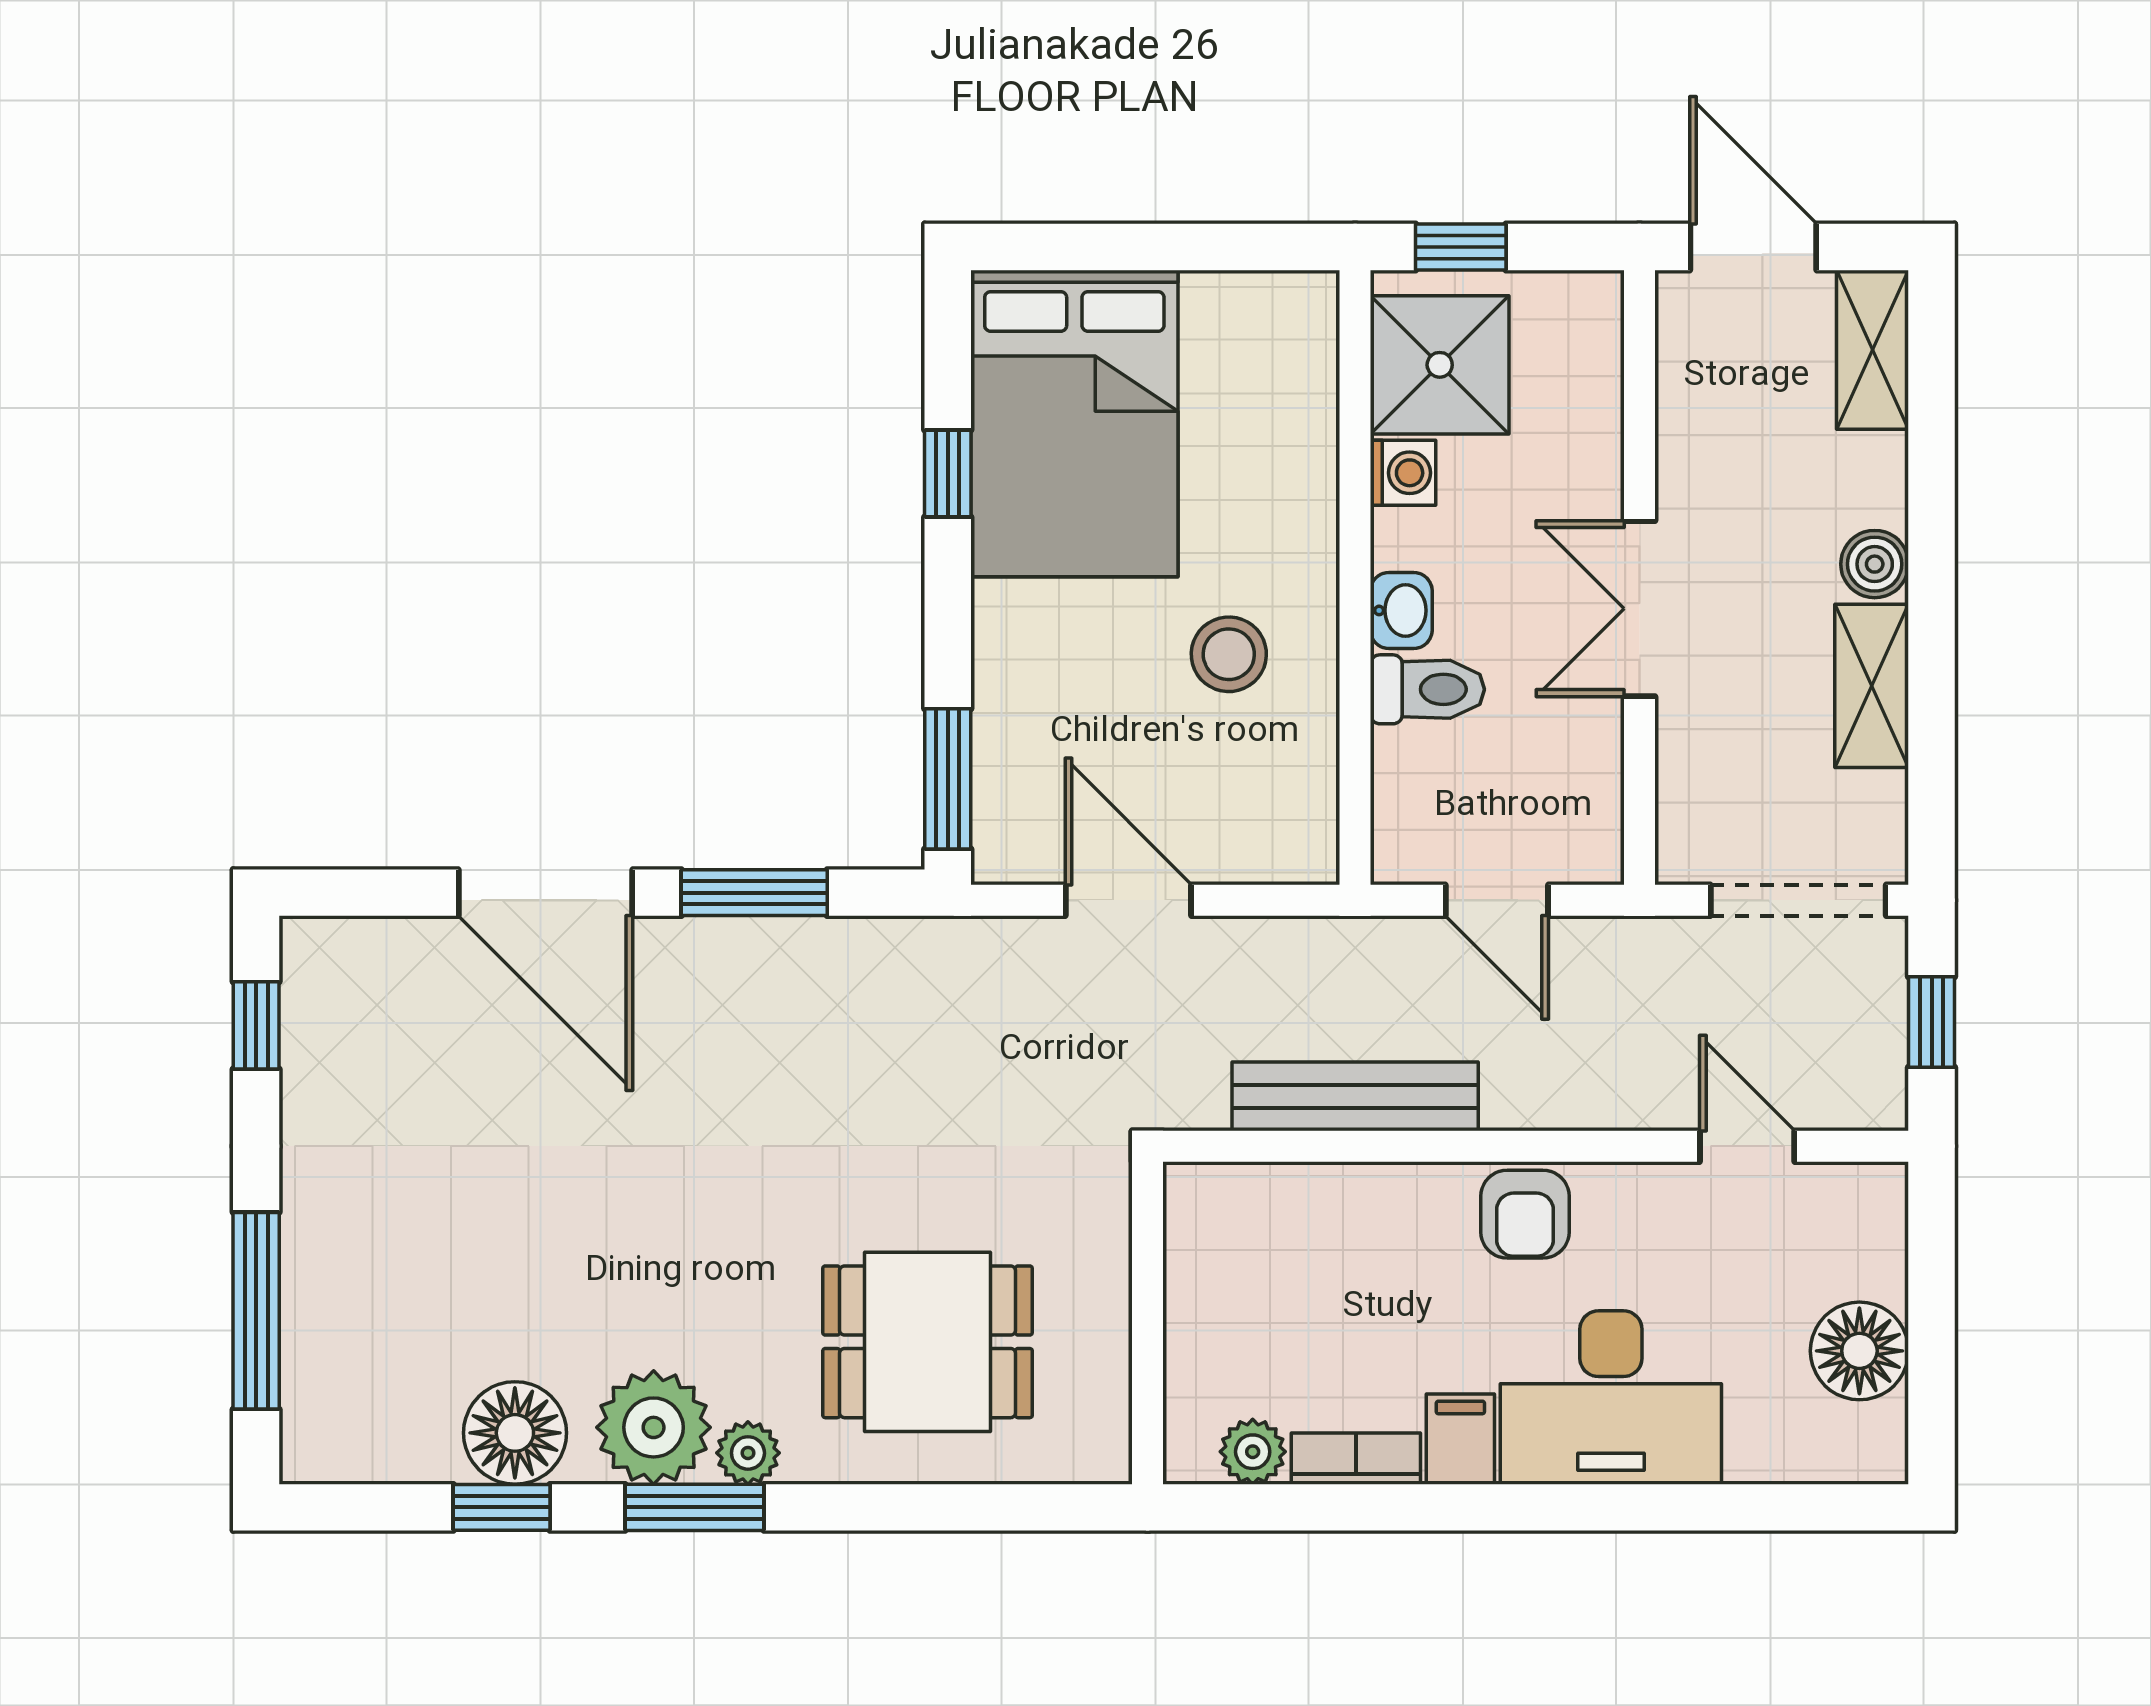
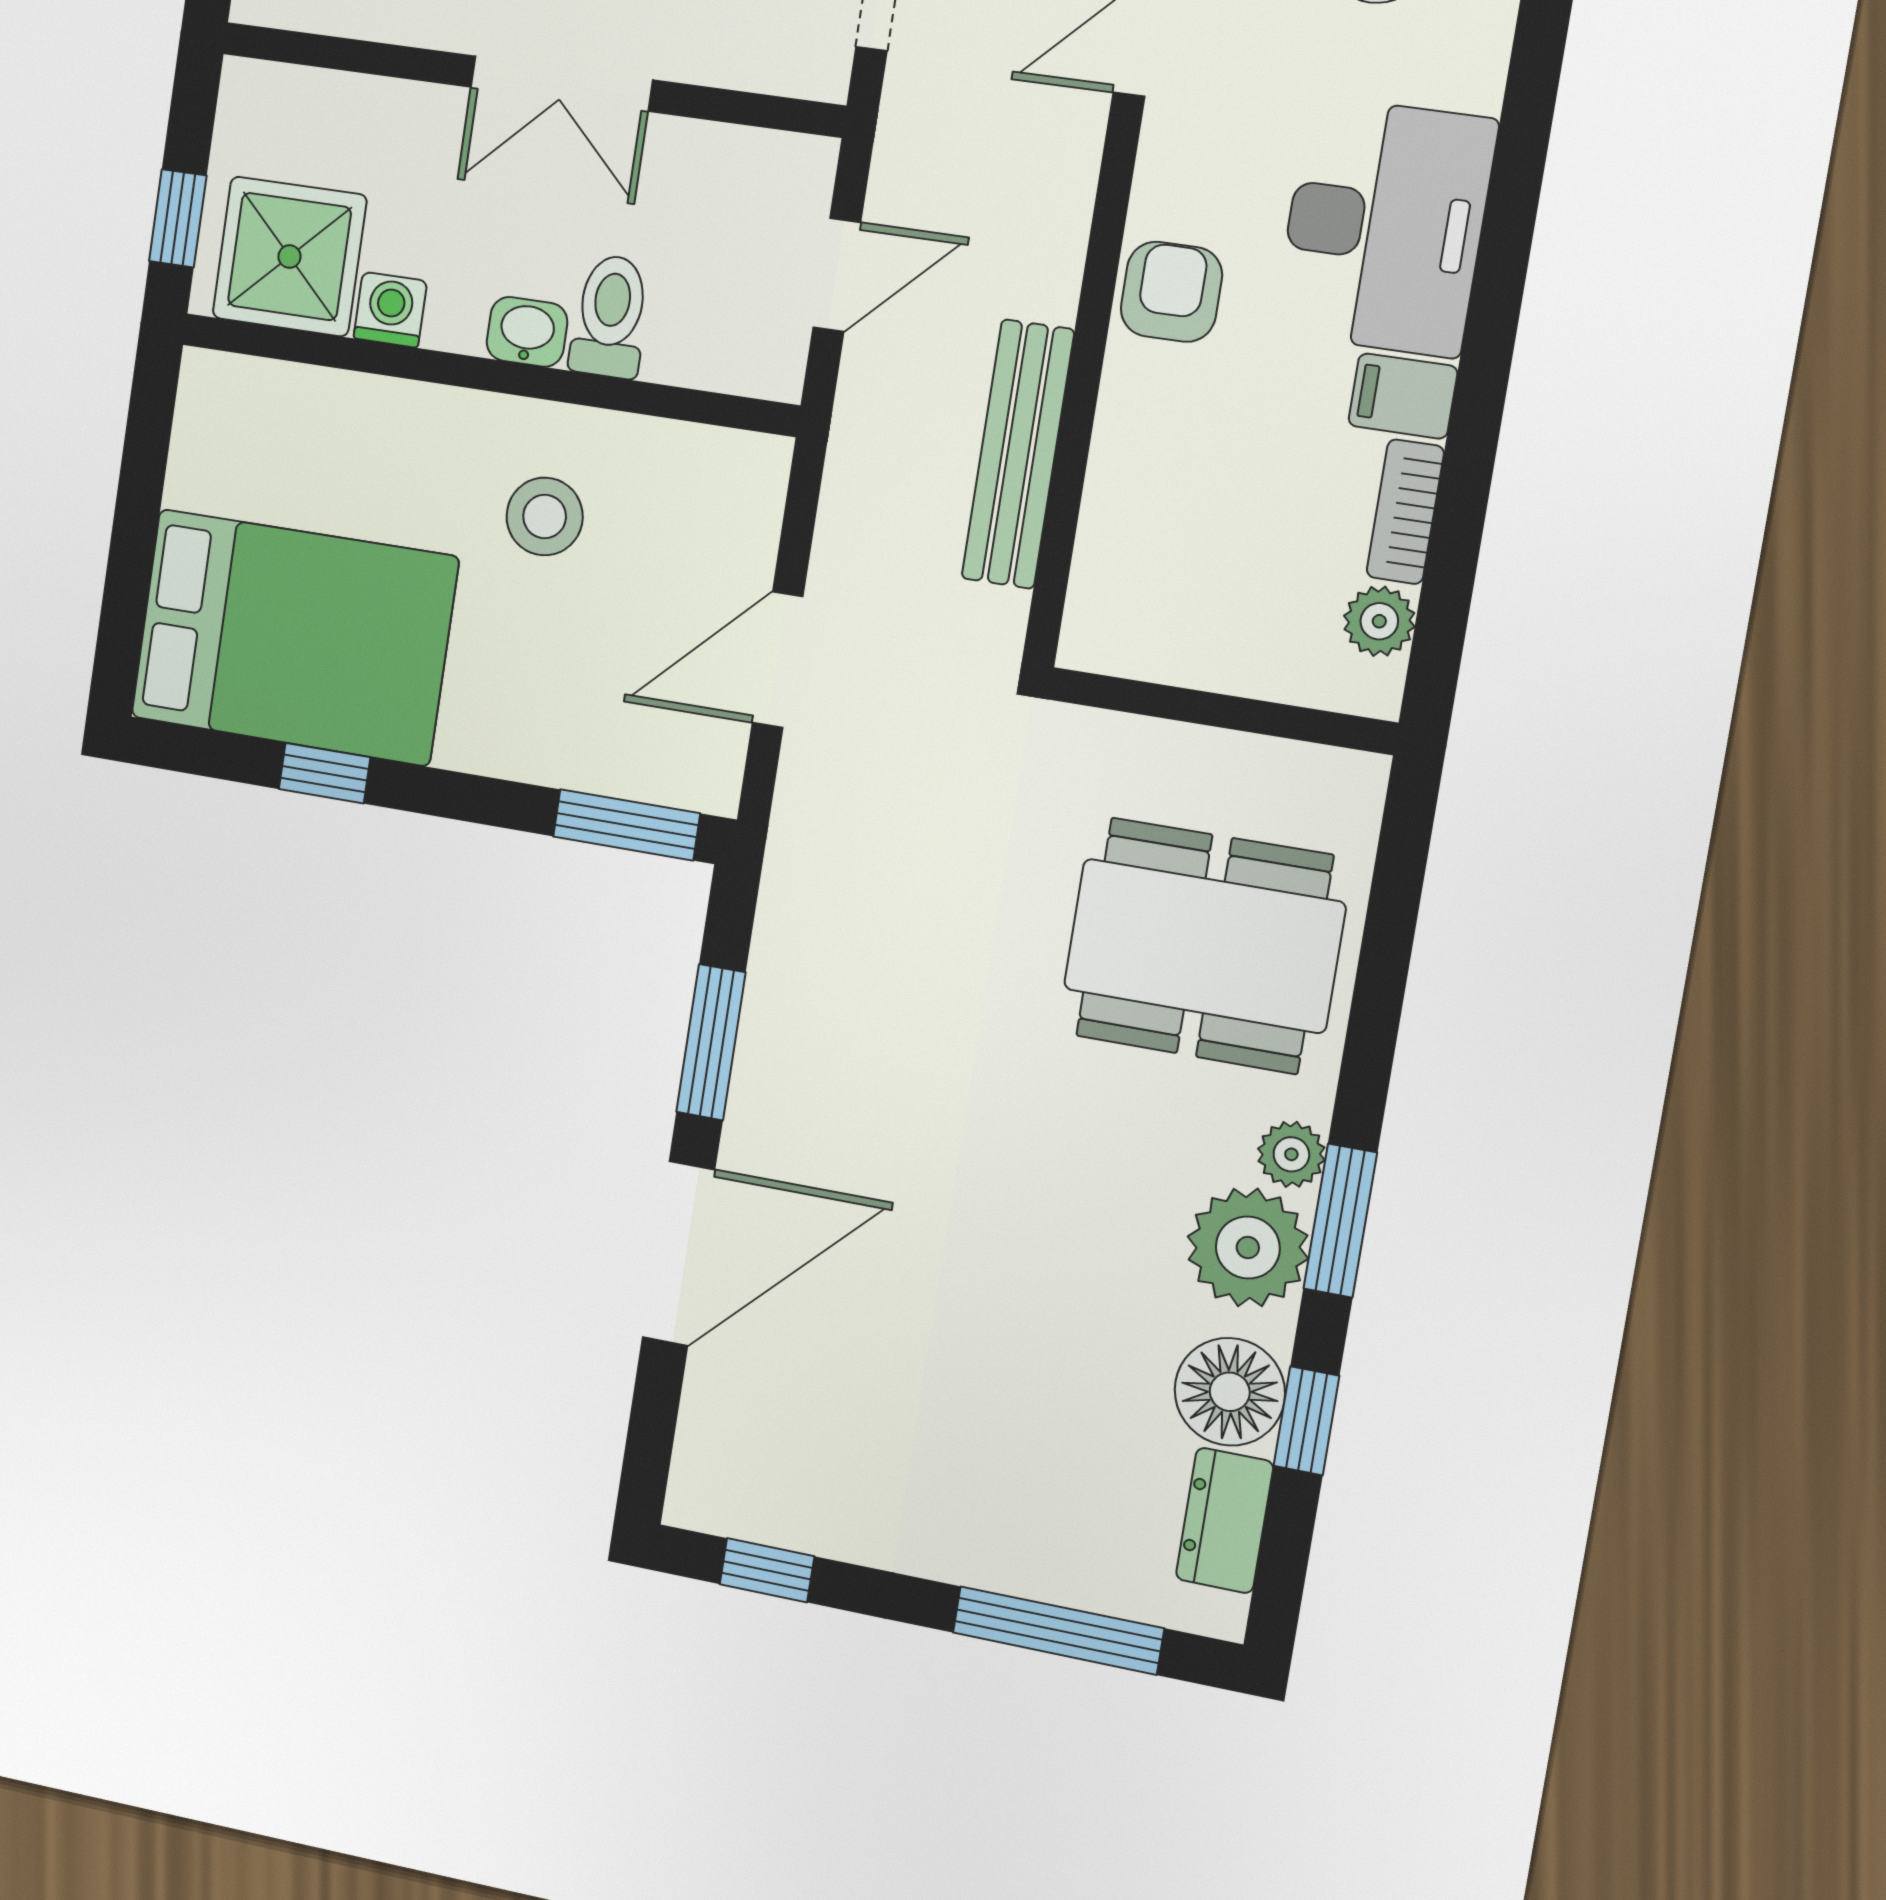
armchair: (1525, 1214) -> (1171, 292), turned -90
dining table: (928, 1342) -> (1204, 946), width x1.38
dresser: (393, 1448) -> (1225, 1521), added

